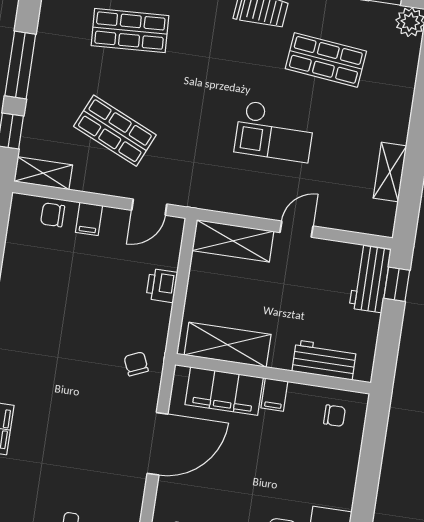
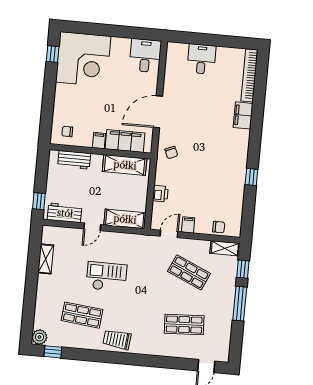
filing cabinet: (89, 219) -> (188, 225), moved
workbench: (370, 279) -> (65, 213), moved, turned -90

